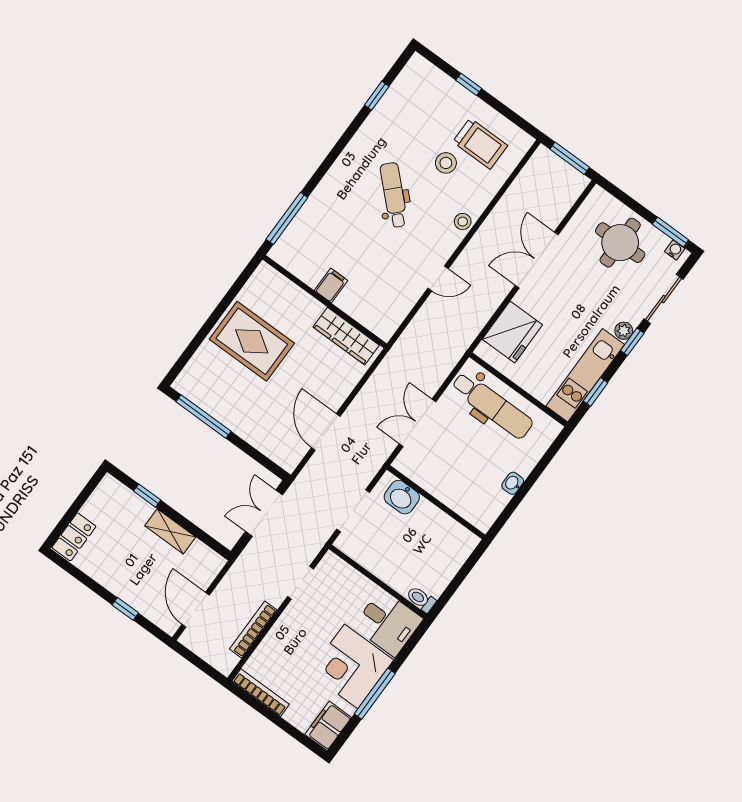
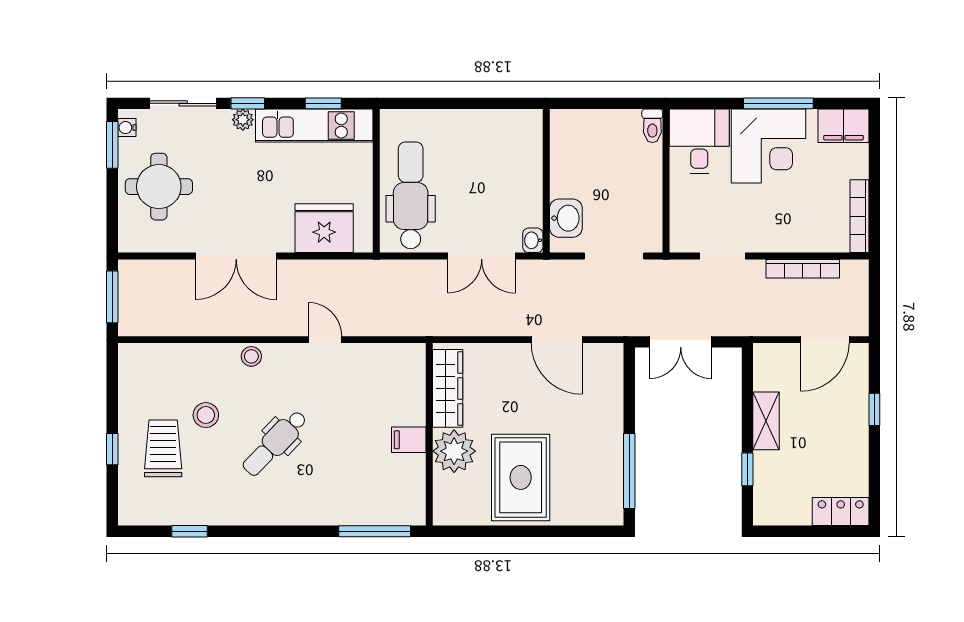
trolley: (480, 144) -> (163, 448), moved
plant: (302, 310) -> (454, 451), added
door: (326, 432) -> (557, 340), hinge flipped
washbasin: (513, 483) -> (533, 240), moved, turned 90

